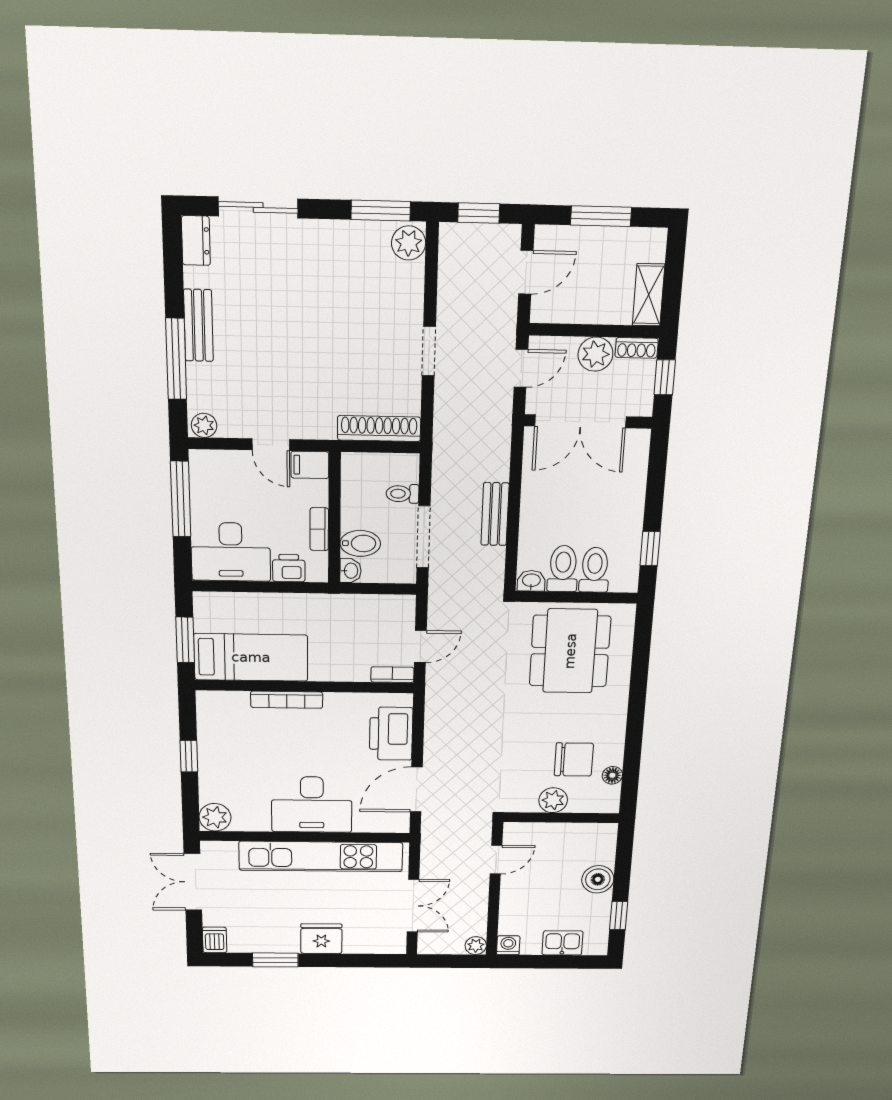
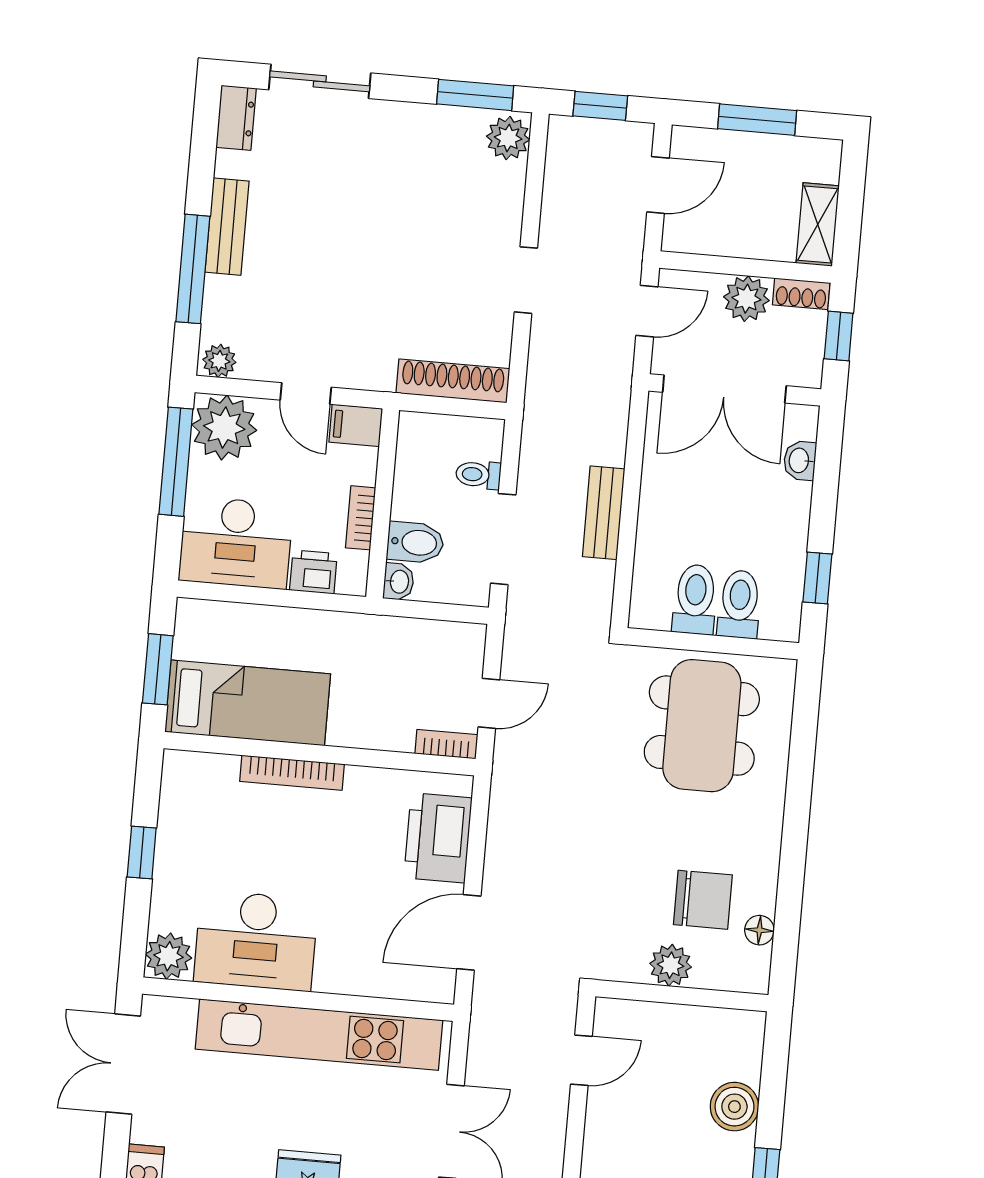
plant: (213, 473) -> (224, 428), added
washbasin: (531, 581) -> (800, 460), moved, turned -90
desk: (312, 805) -> (256, 941), moved

